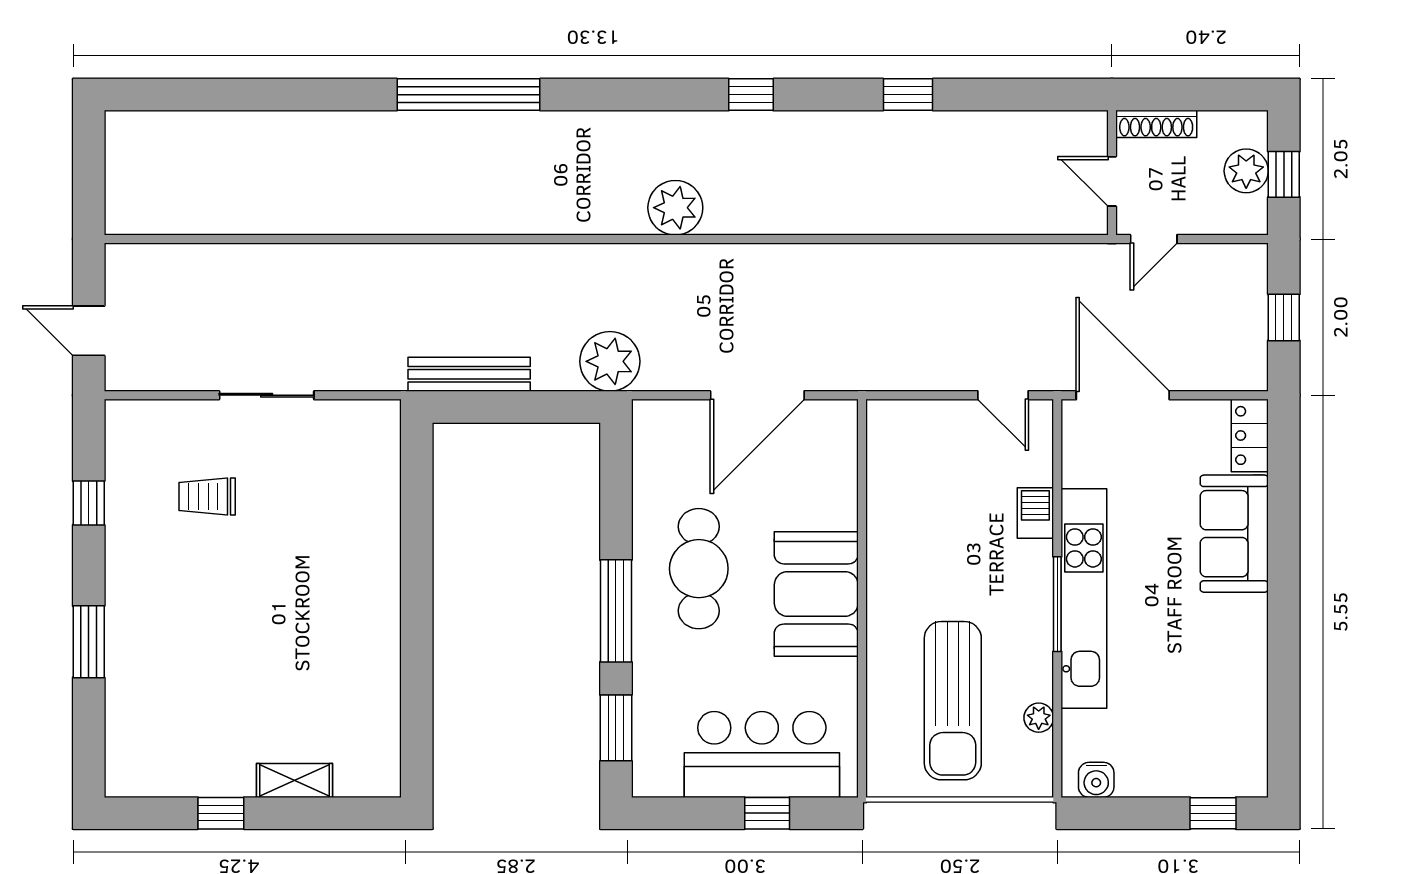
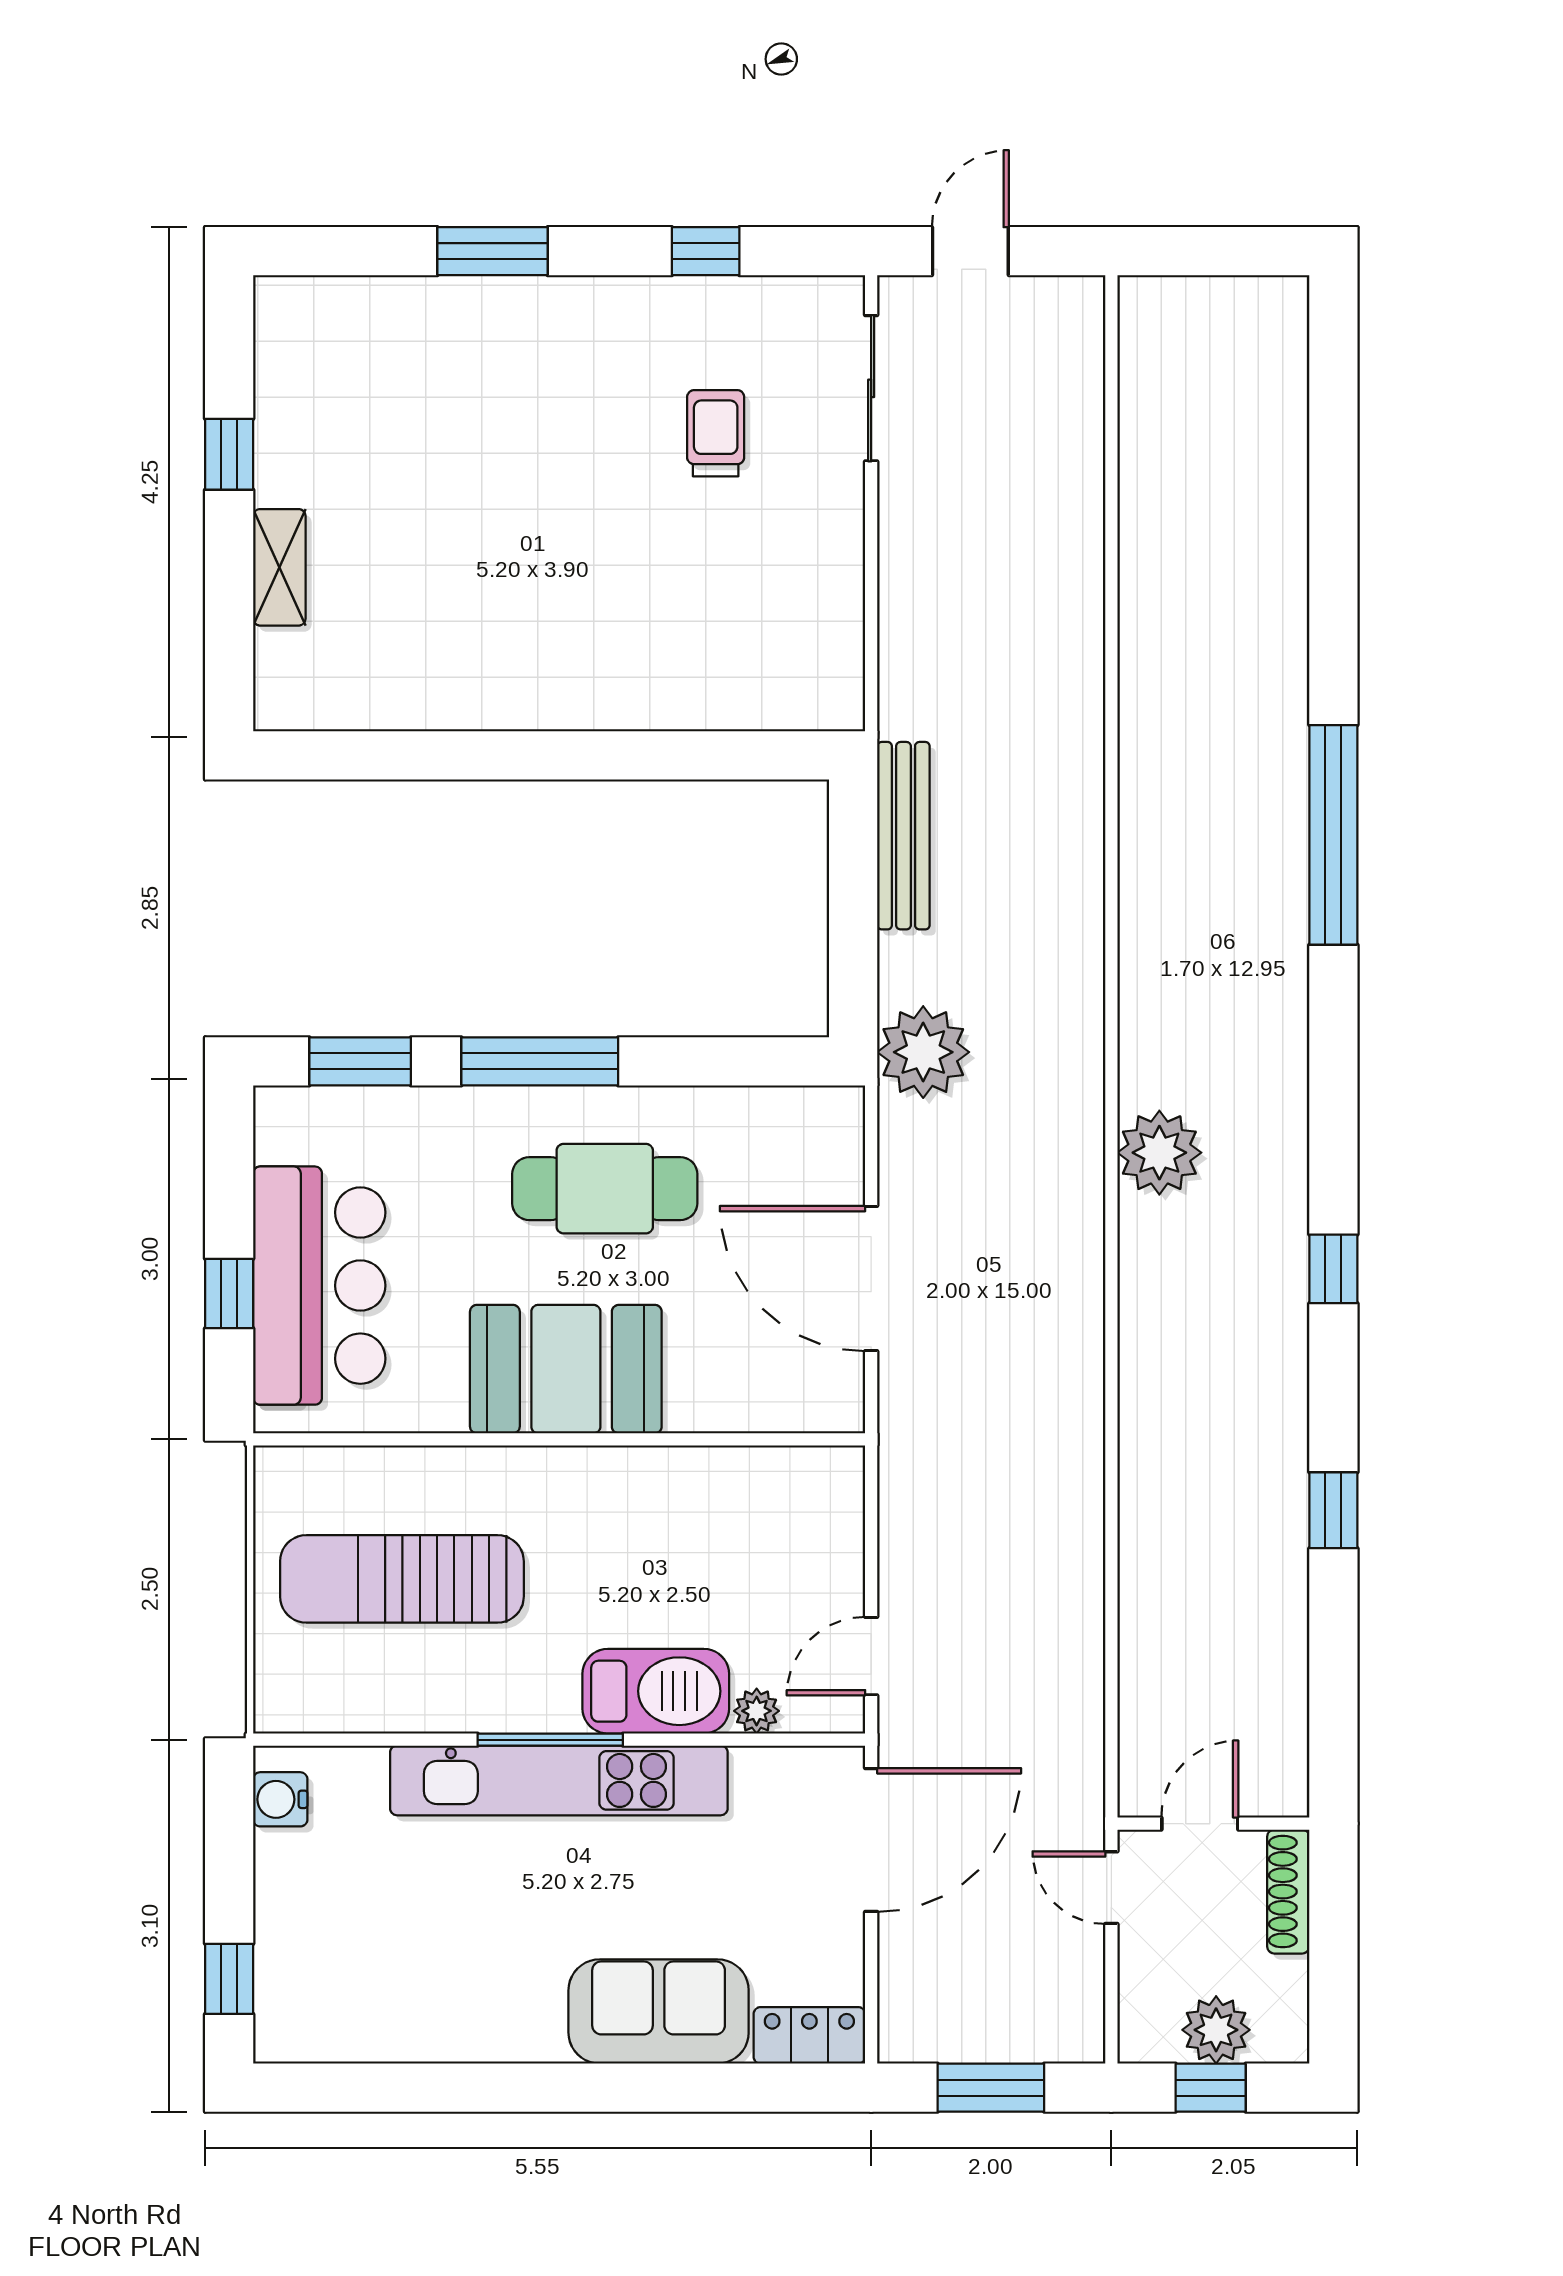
window: (1284, 317) -> (991, 2088), width x1.50
sliding door: (267, 395) -> (871, 388), moved
barbecue: (1035, 513) -> (656, 1691), width x1.88, depth x1.53
plant: (1039, 718) -> (757, 1711), moved

